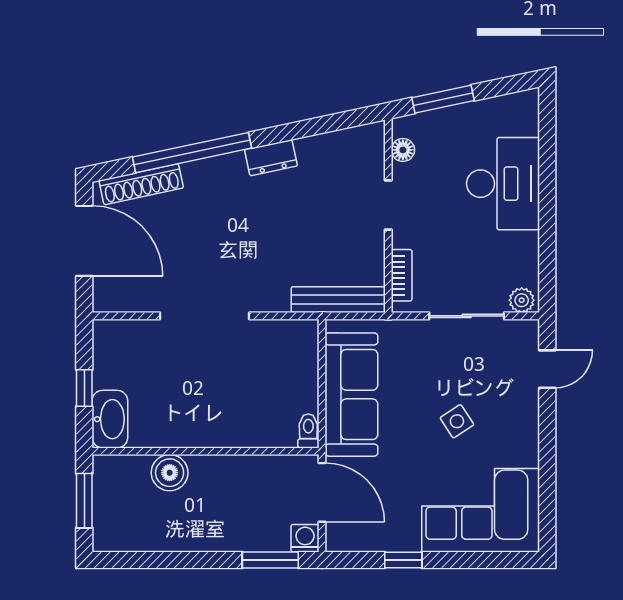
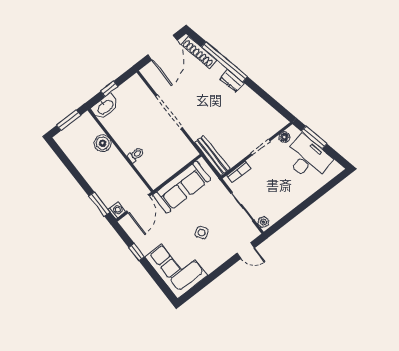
dresser: (271, 158) -> (232, 81), moved
desk: (503, 184) -> (308, 158), moved, turned -102
toilet: (308, 431) -> (136, 155), moved

